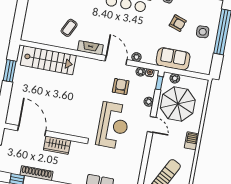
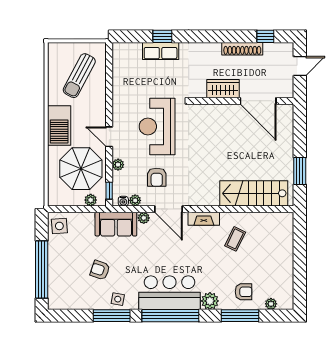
side table: (203, 32) -> (59, 226), moved
sofa: (173, 59) -> (116, 224), moved
barbecue: (192, 141) -> (59, 125), width x1.88, depth x1.53

